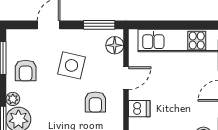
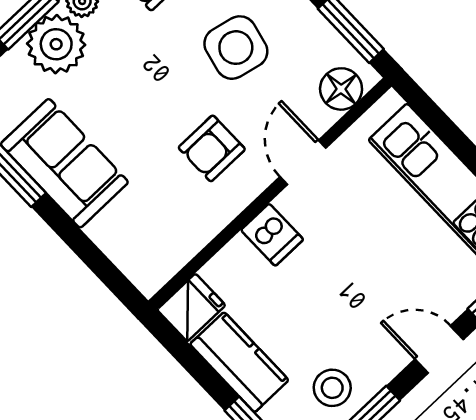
door: (126, 78) -> (303, 162), swing flipped

